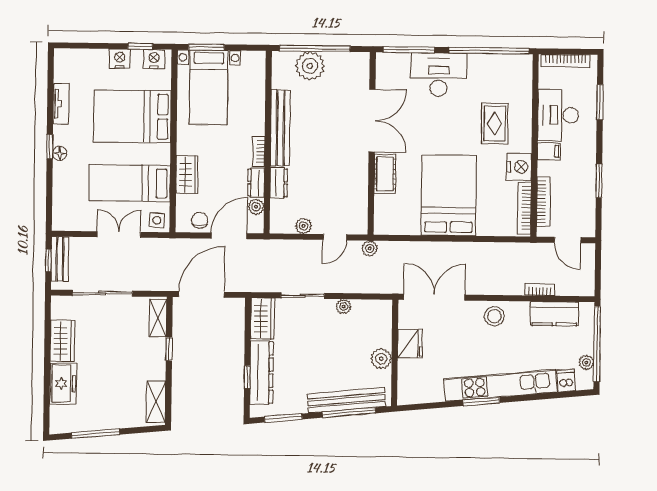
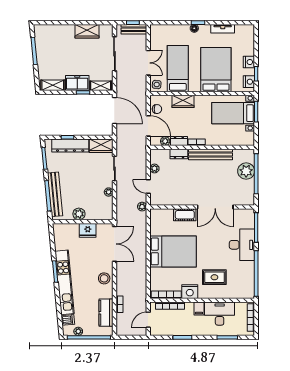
freezer: (63, 384) -> (77, 83), moved, turned 180

